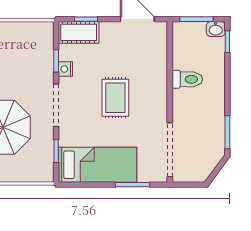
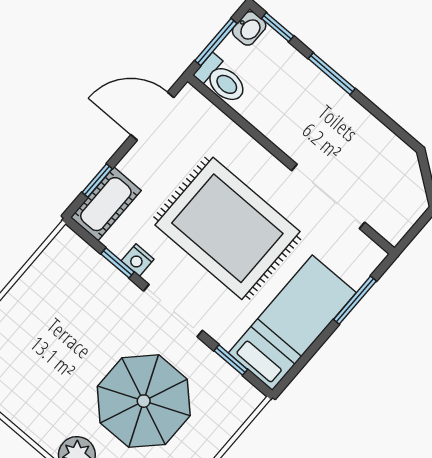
toilet: (187, 79) -> (221, 80), moved, turned 90
rug: (115, 98) -> (227, 228), width x1.86, depth x2.06
window: (227, 132) -> (332, 74), moved
doorway: (170, 150) -> (328, 196), moved

